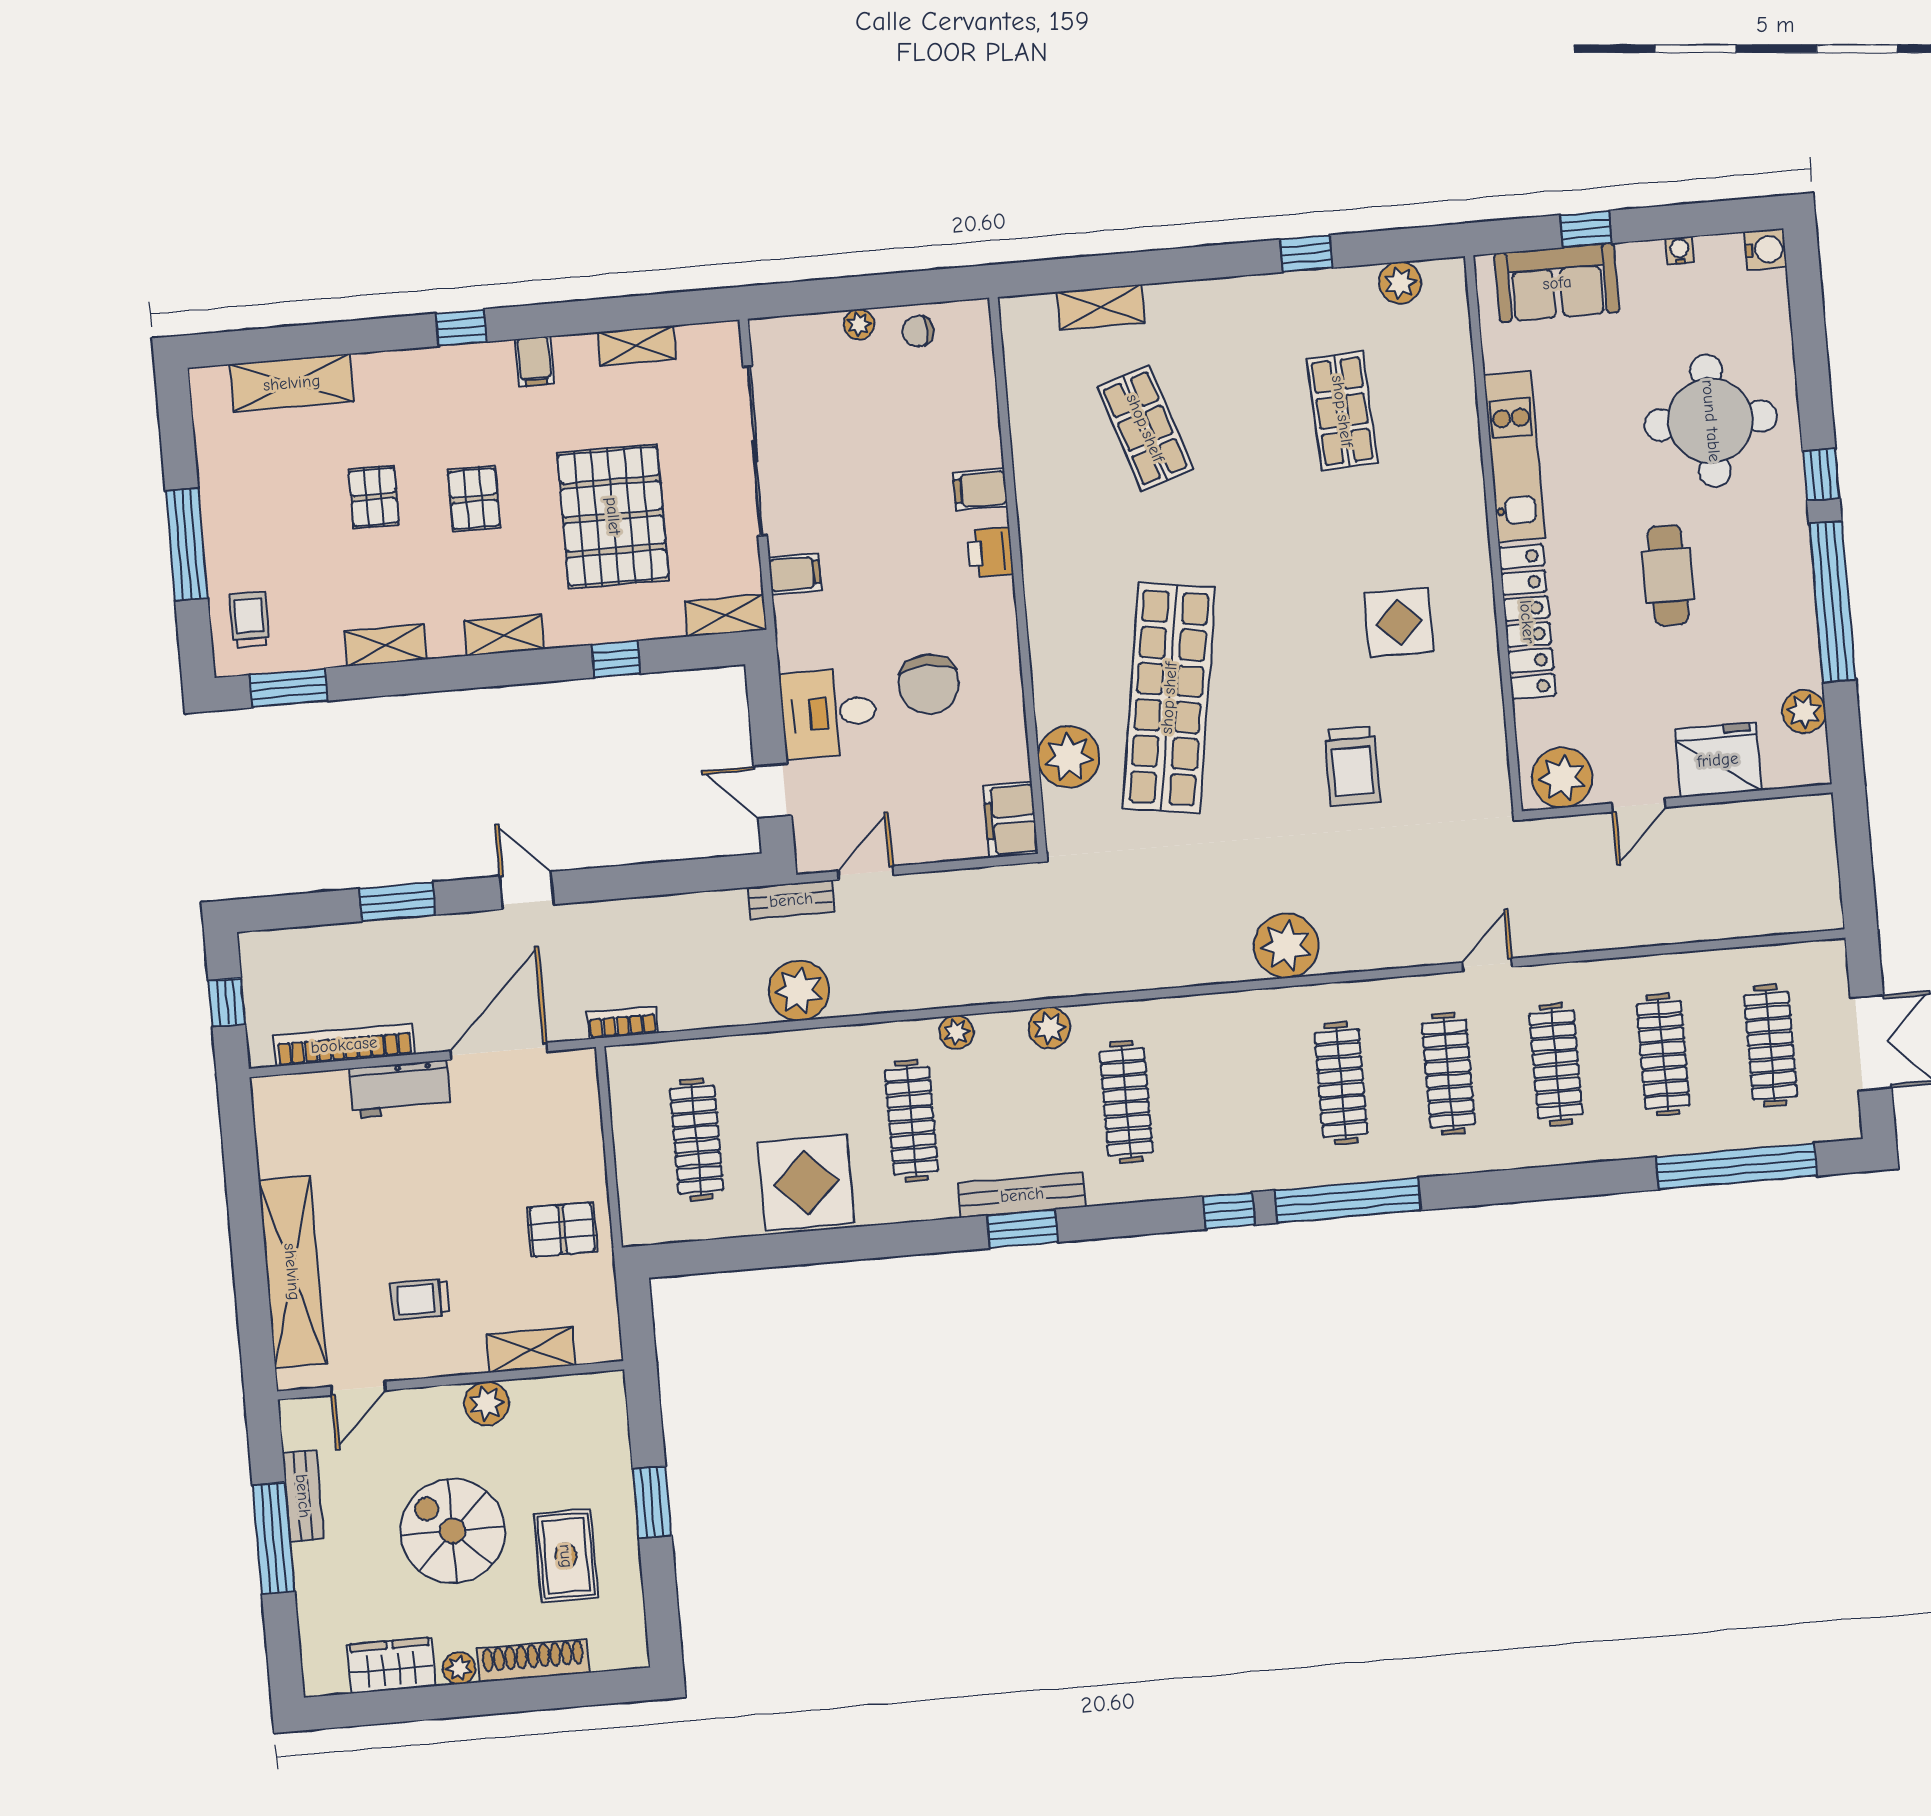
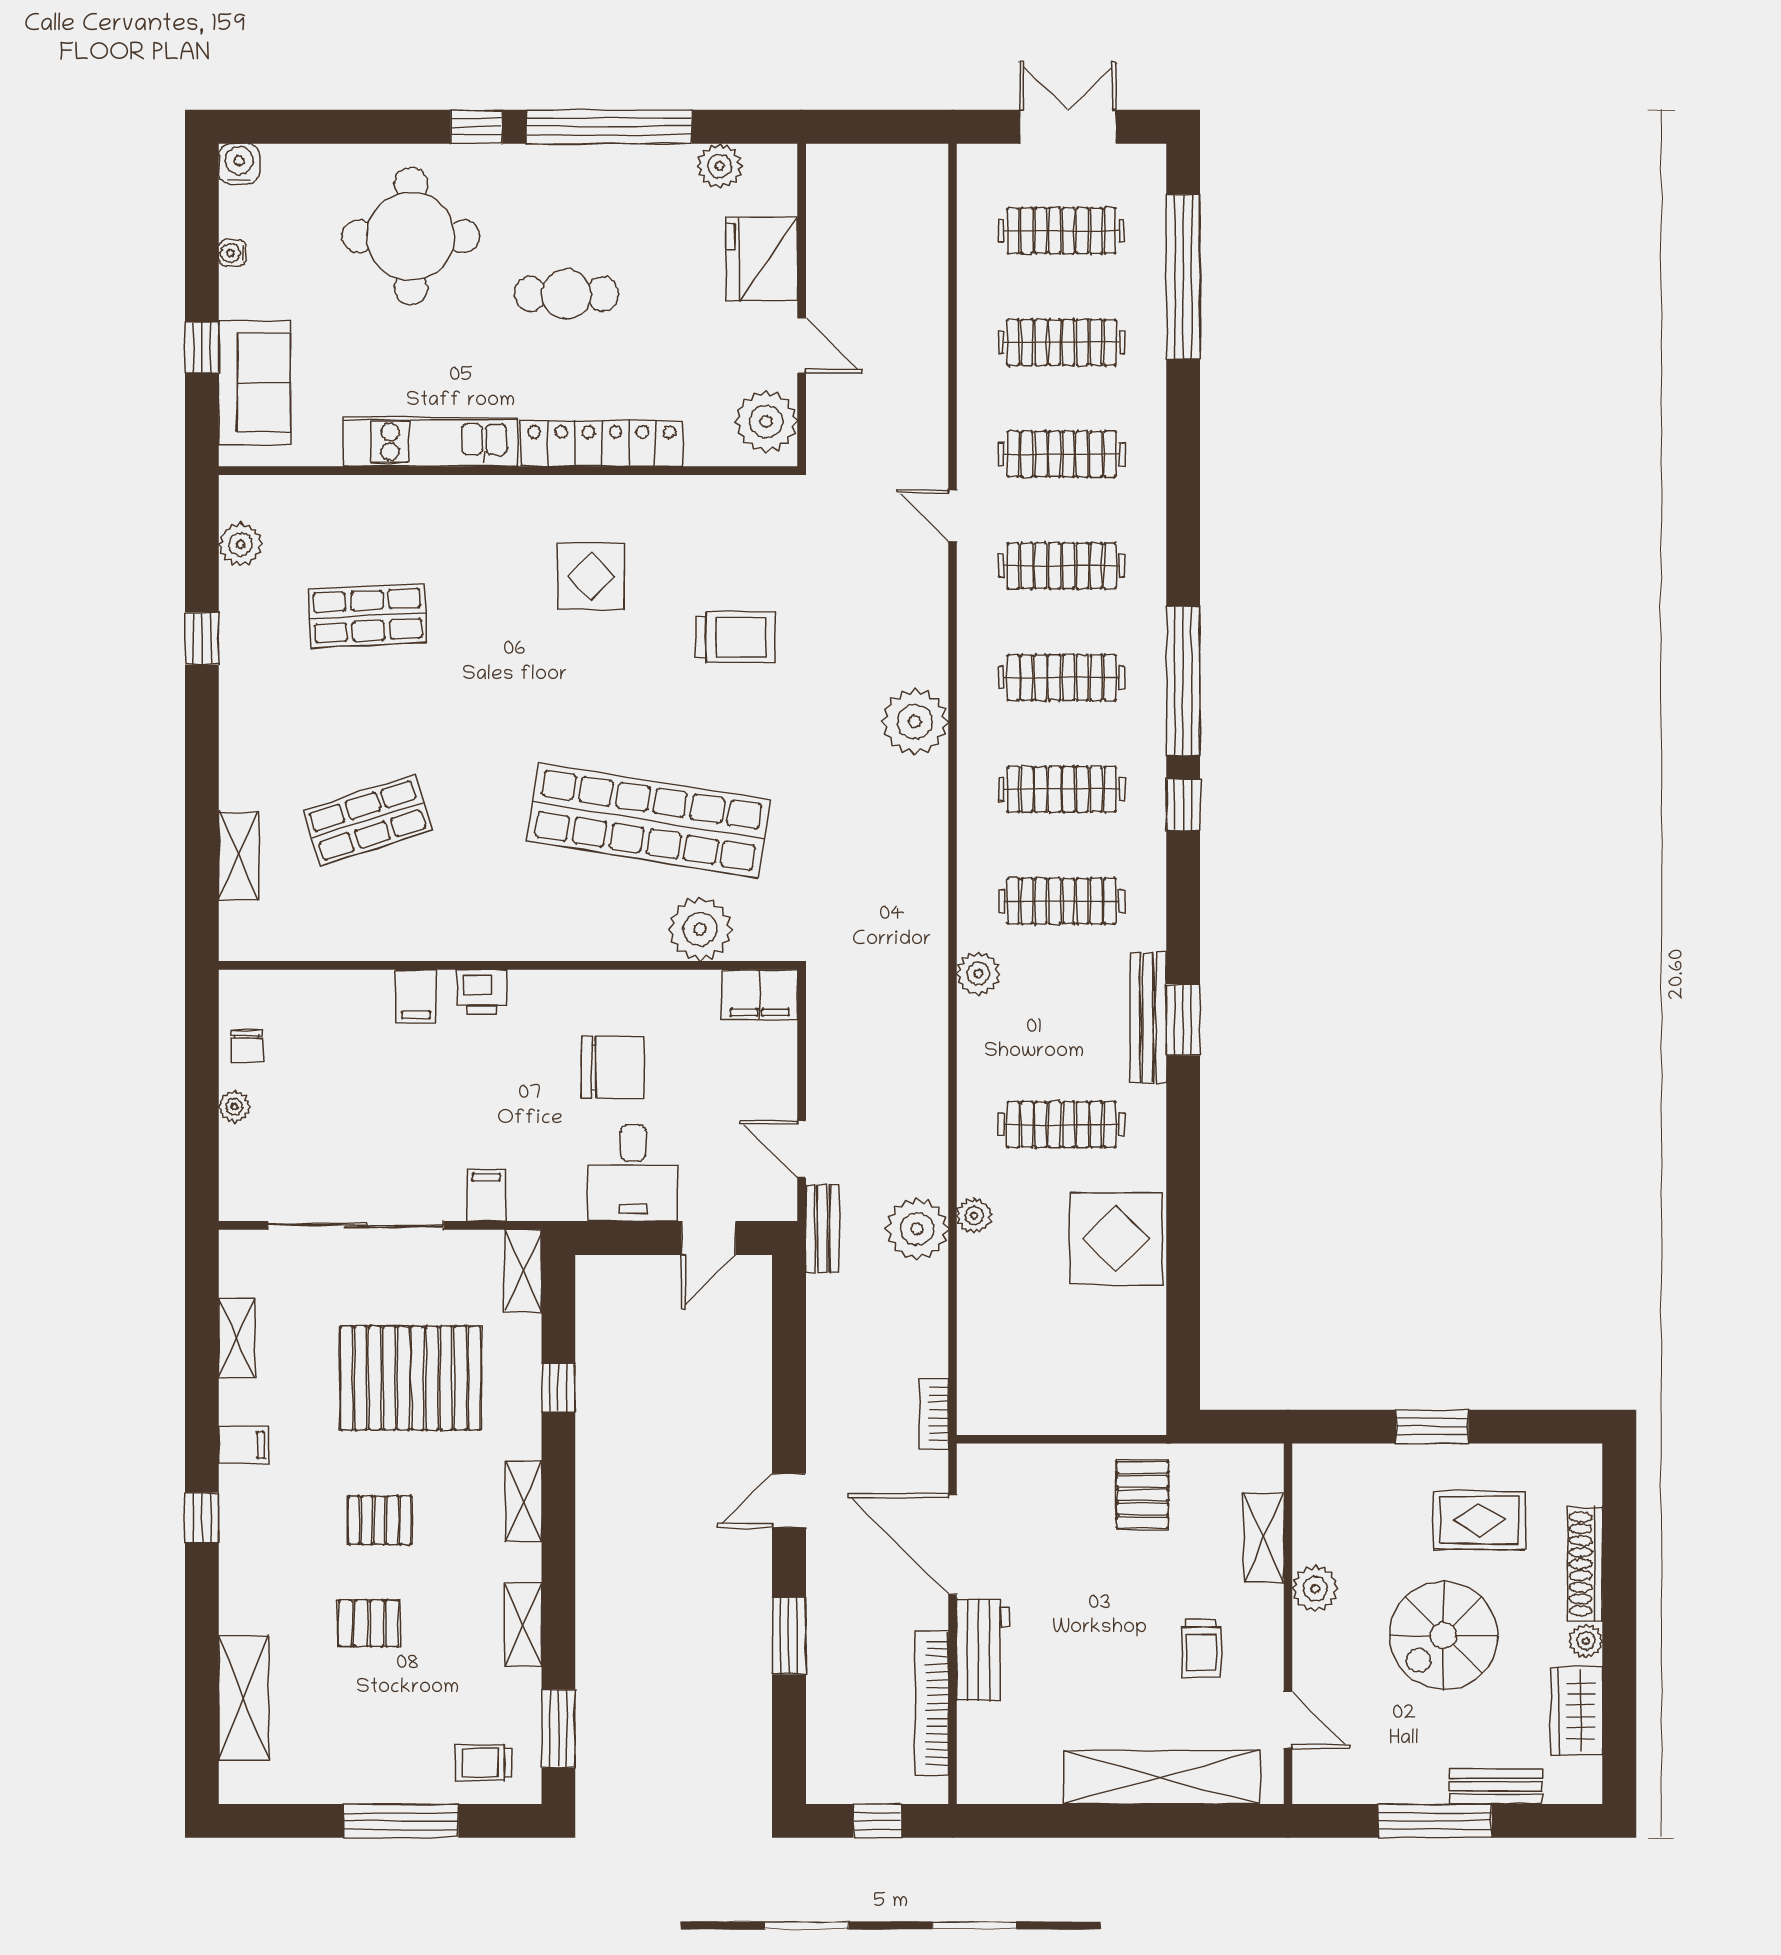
plant: (956, 1032) -> (974, 1216), moved
clothes rail: (697, 1140) -> (1062, 789), moved
bench: (303, 1496) -> (1496, 1786), moved

